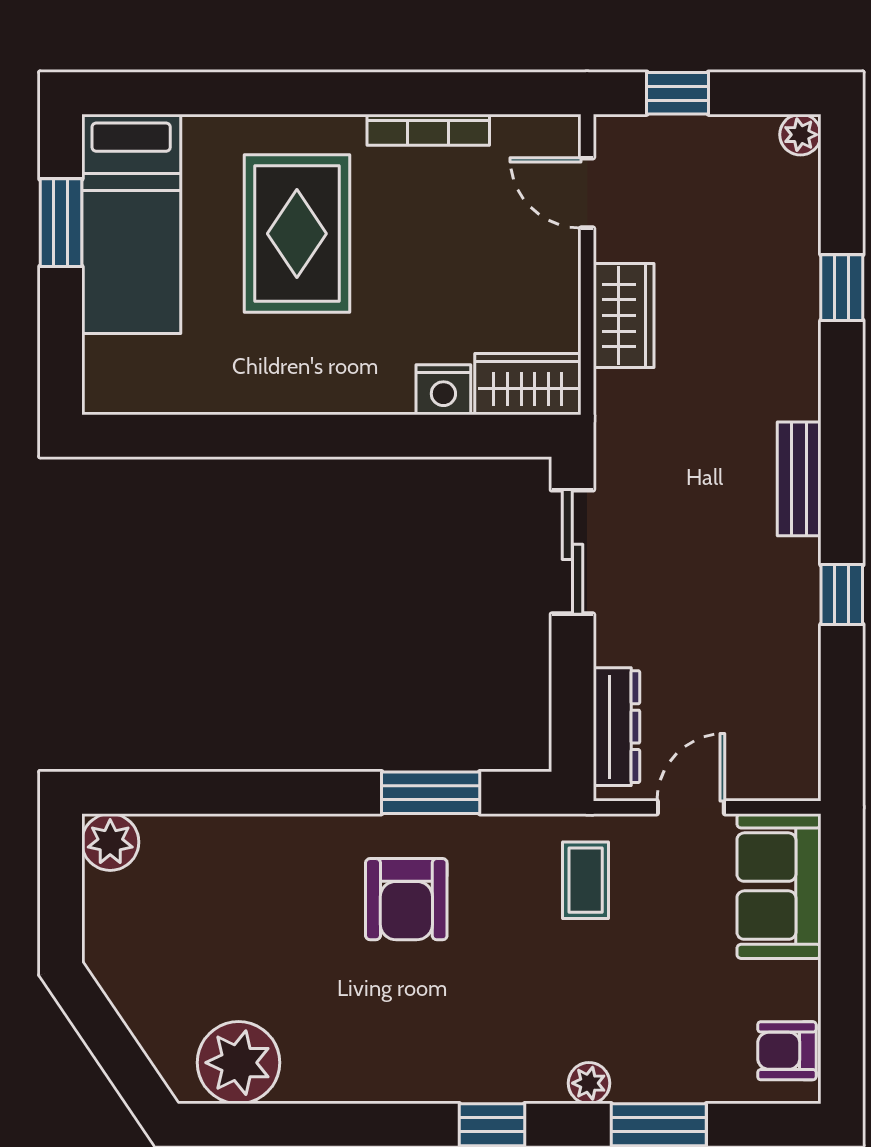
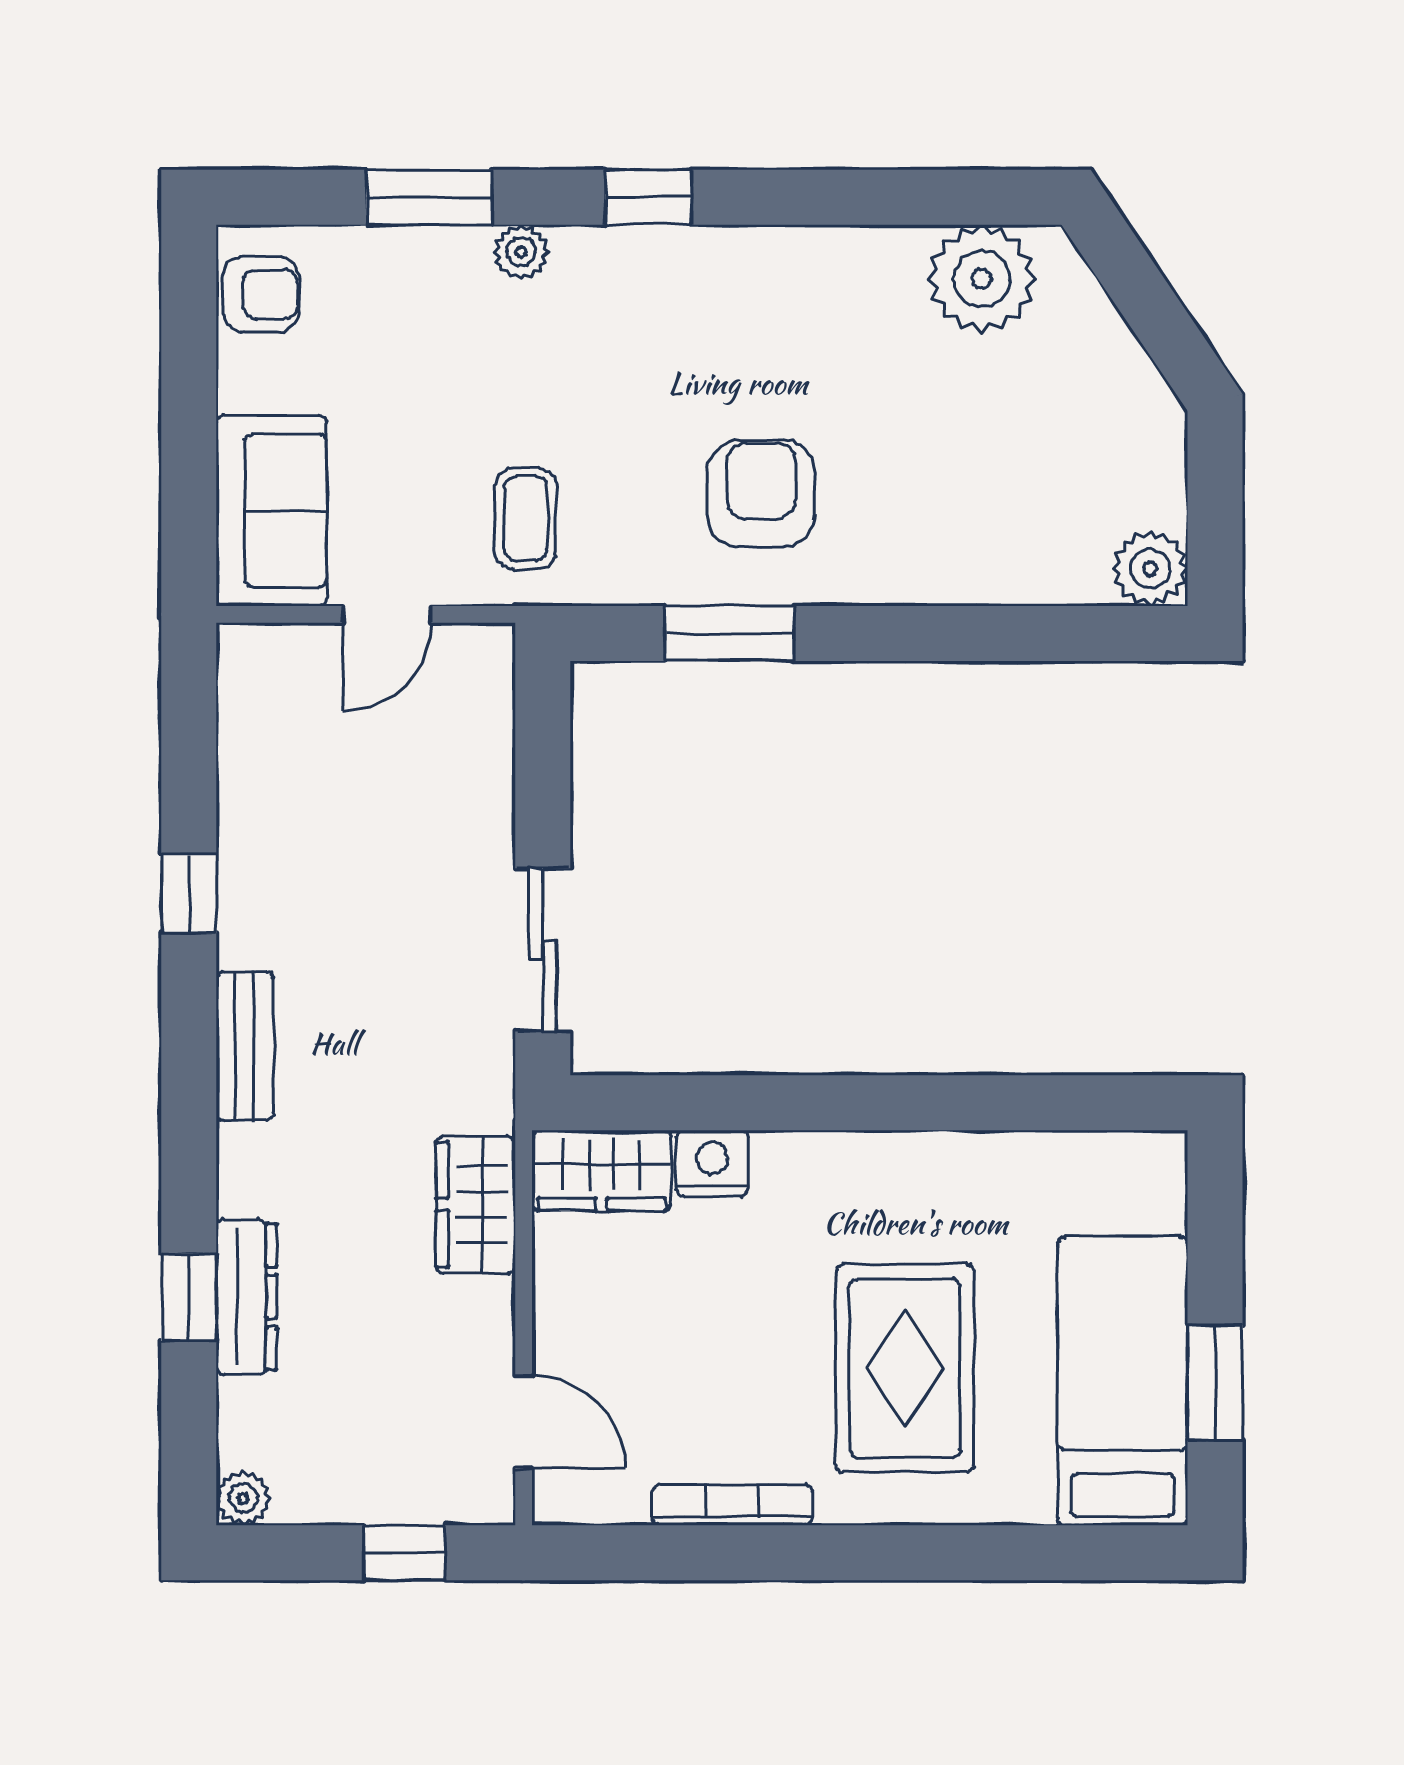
wardrobe: (624, 315) -> (476, 1205), moved
dresser: (616, 727) -> (247, 1297), moved, turned 180

